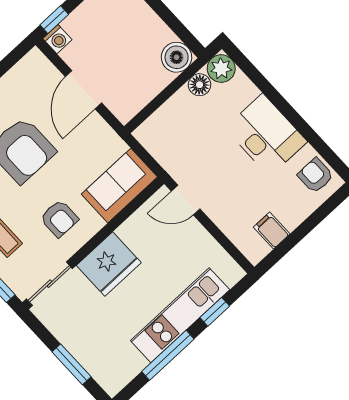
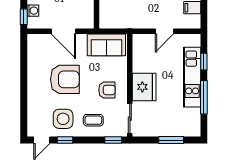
washing machine: (57, 39) -> (33, 11), moved
sofa: (119, 186) -> (106, 45), moved, turned -90
door: (186, 200) -> (164, 31), moved

